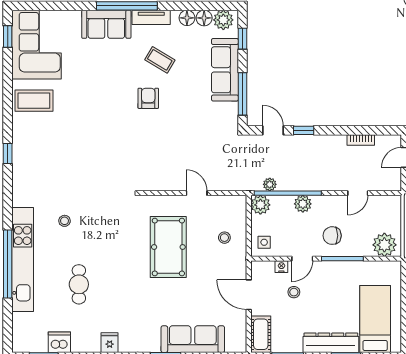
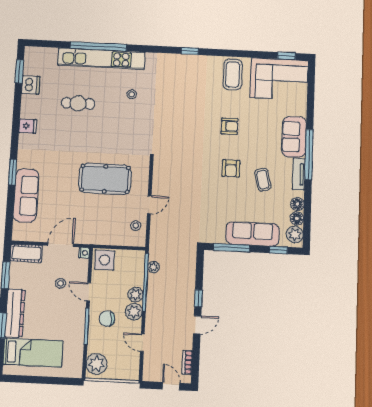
coffee table: (160, 60) -> (263, 180), turned -45
armchair: (148, 98) -> (231, 168), turned 90
armchair: (97, 102) -> (230, 126), added
door: (273, 130) -> (197, 325), moved
bookcase: (361, 140) -> (187, 362), moved
plant: (260, 205) -> (134, 312), moved
chair: (332, 236) -> (107, 319), turned -90
stool: (224, 238) -> (136, 226), moved
side table: (264, 242) -> (105, 260), width x1.87, depth x1.87
nightstand: (281, 267) -> (84, 253), moved

